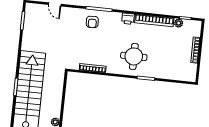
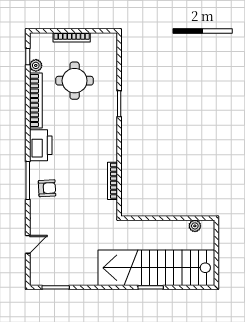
printer: (128, 19) -> (41, 145), width x1.87, depth x1.48
round table: (134, 56) -> (75, 81), moved

